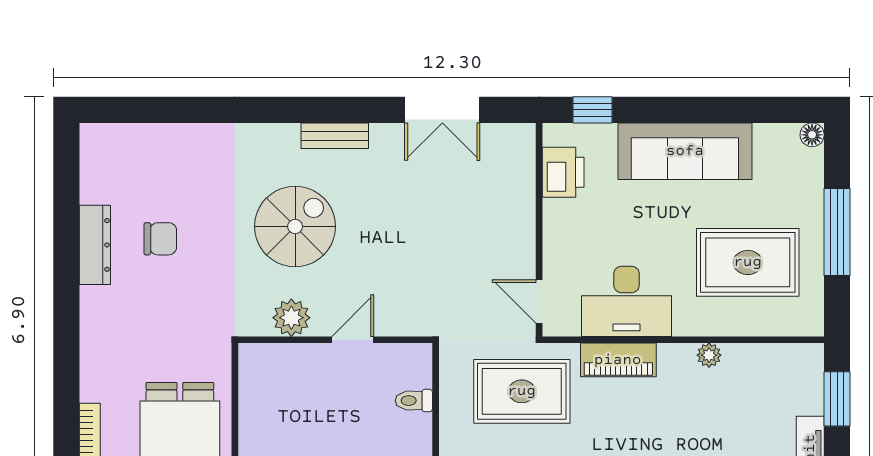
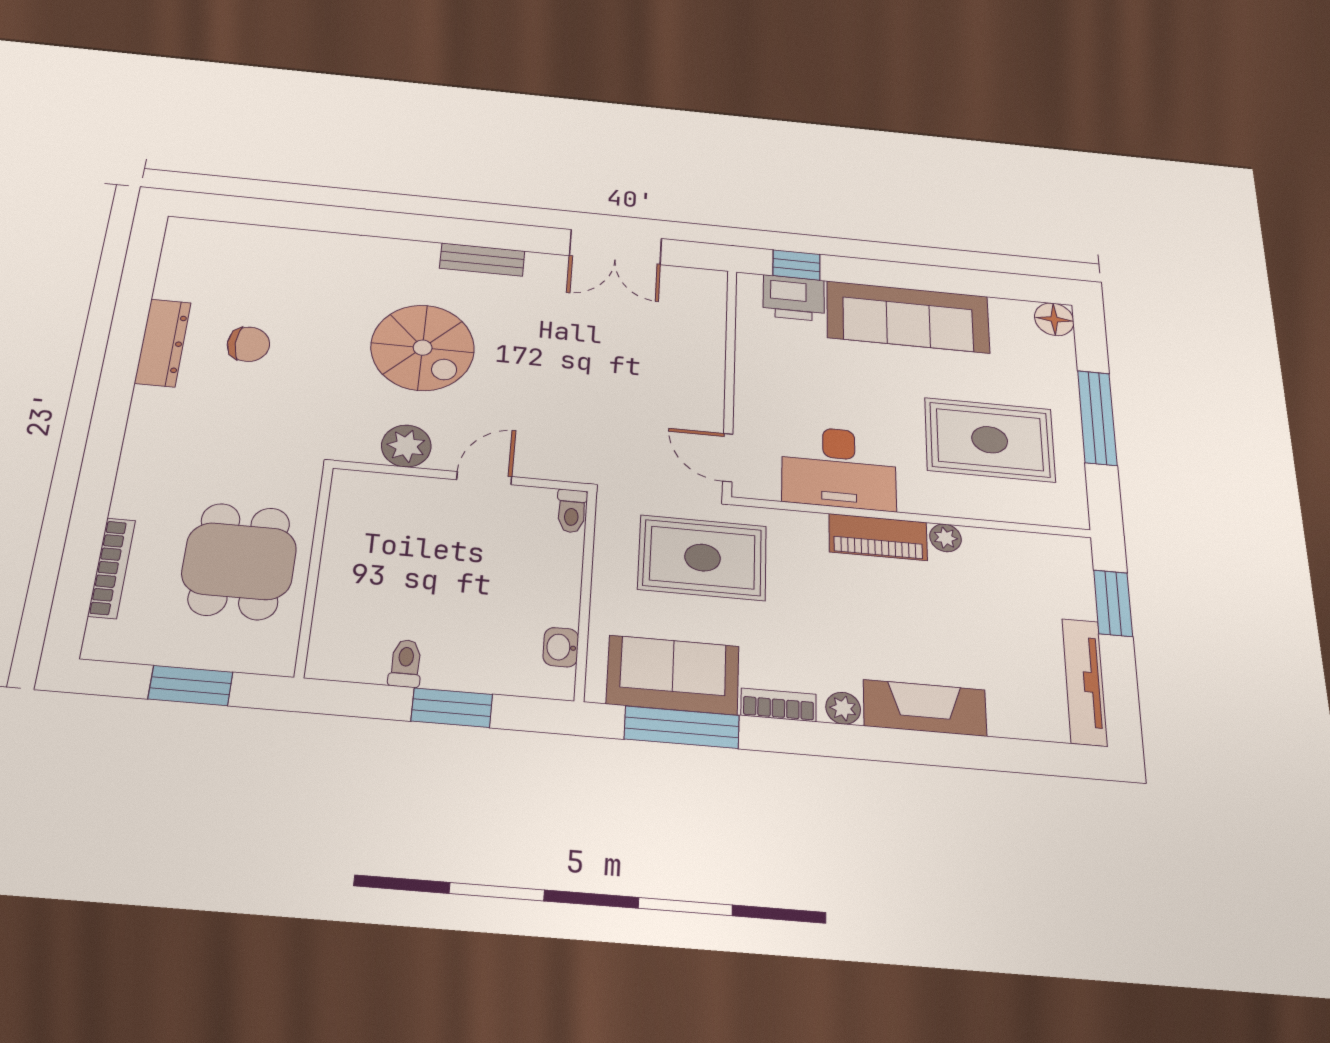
floor lamp: (812, 135) -> (1054, 319), width x1.37, depth x1.37
printer: (563, 172) -> (794, 298), moved, turned 90
spiral stairs: (295, 226) -> (423, 348), turned 90
piano: (618, 360) -> (878, 537), moved
toilet: (414, 401) -> (572, 511), moved, turned -90

